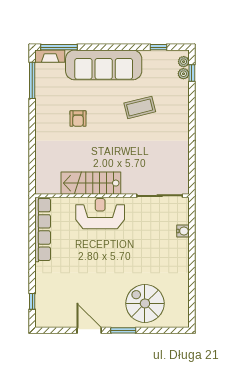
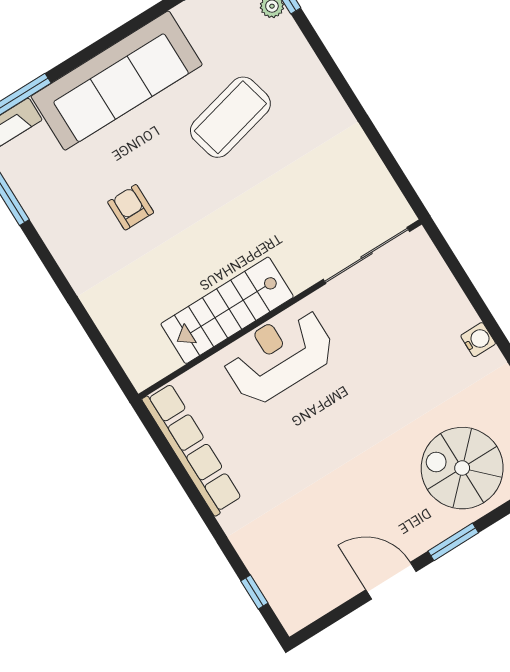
coffee table: (140, 107) -> (230, 117), width x1.36, depth x1.32
armchair: (78, 119) -> (131, 207), turned 180
water cooler: (183, 231) -> (478, 340), moved

